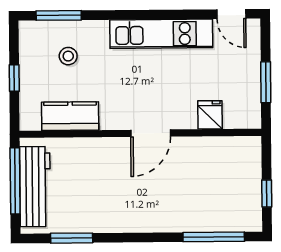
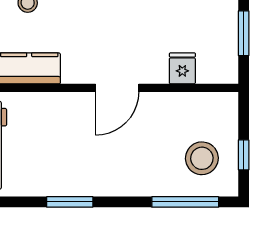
stool: (229, 197) -> (202, 158), added
window: (72, 238) -> (70, 202), moved

